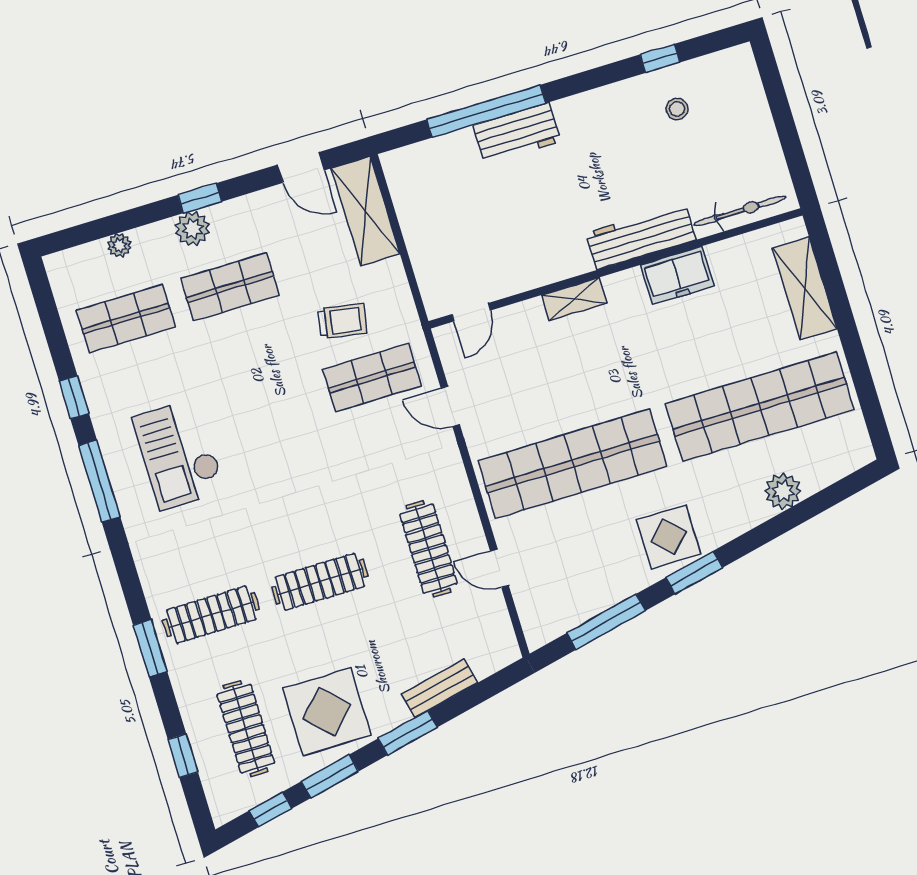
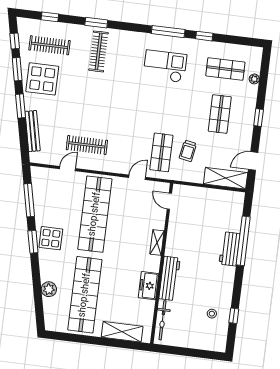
plant: (192, 229) -> (248, 110), removed
shop shelf: (126, 319) -> (225, 69), turned 90
clothes rail: (320, 582) -> (93, 98), removed
bench: (440, 688) -> (33, 131), width x1.36

